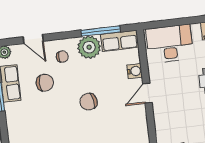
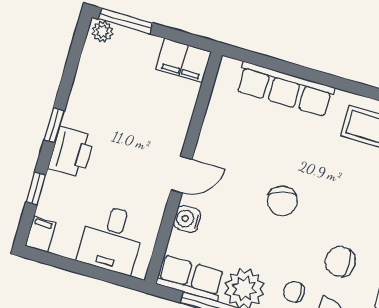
desk: (170, 44) -> (112, 239), width x0.73
chair: (89, 102) -> (282, 201), turned 84

